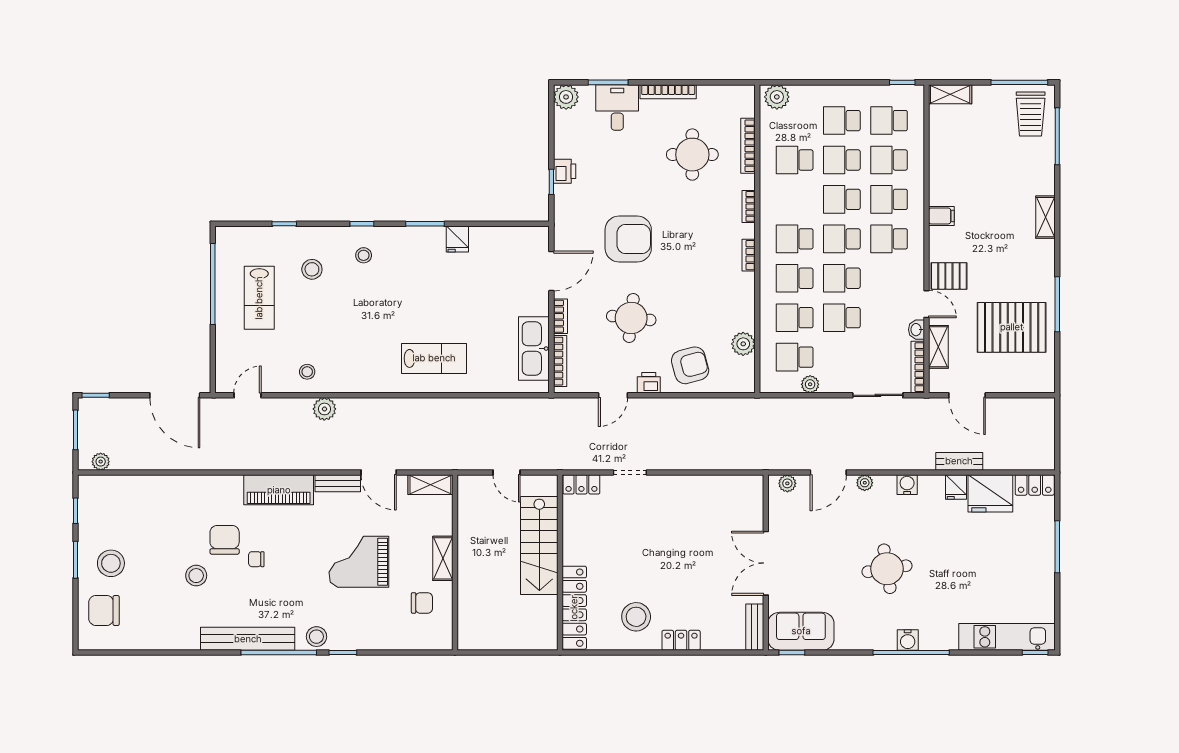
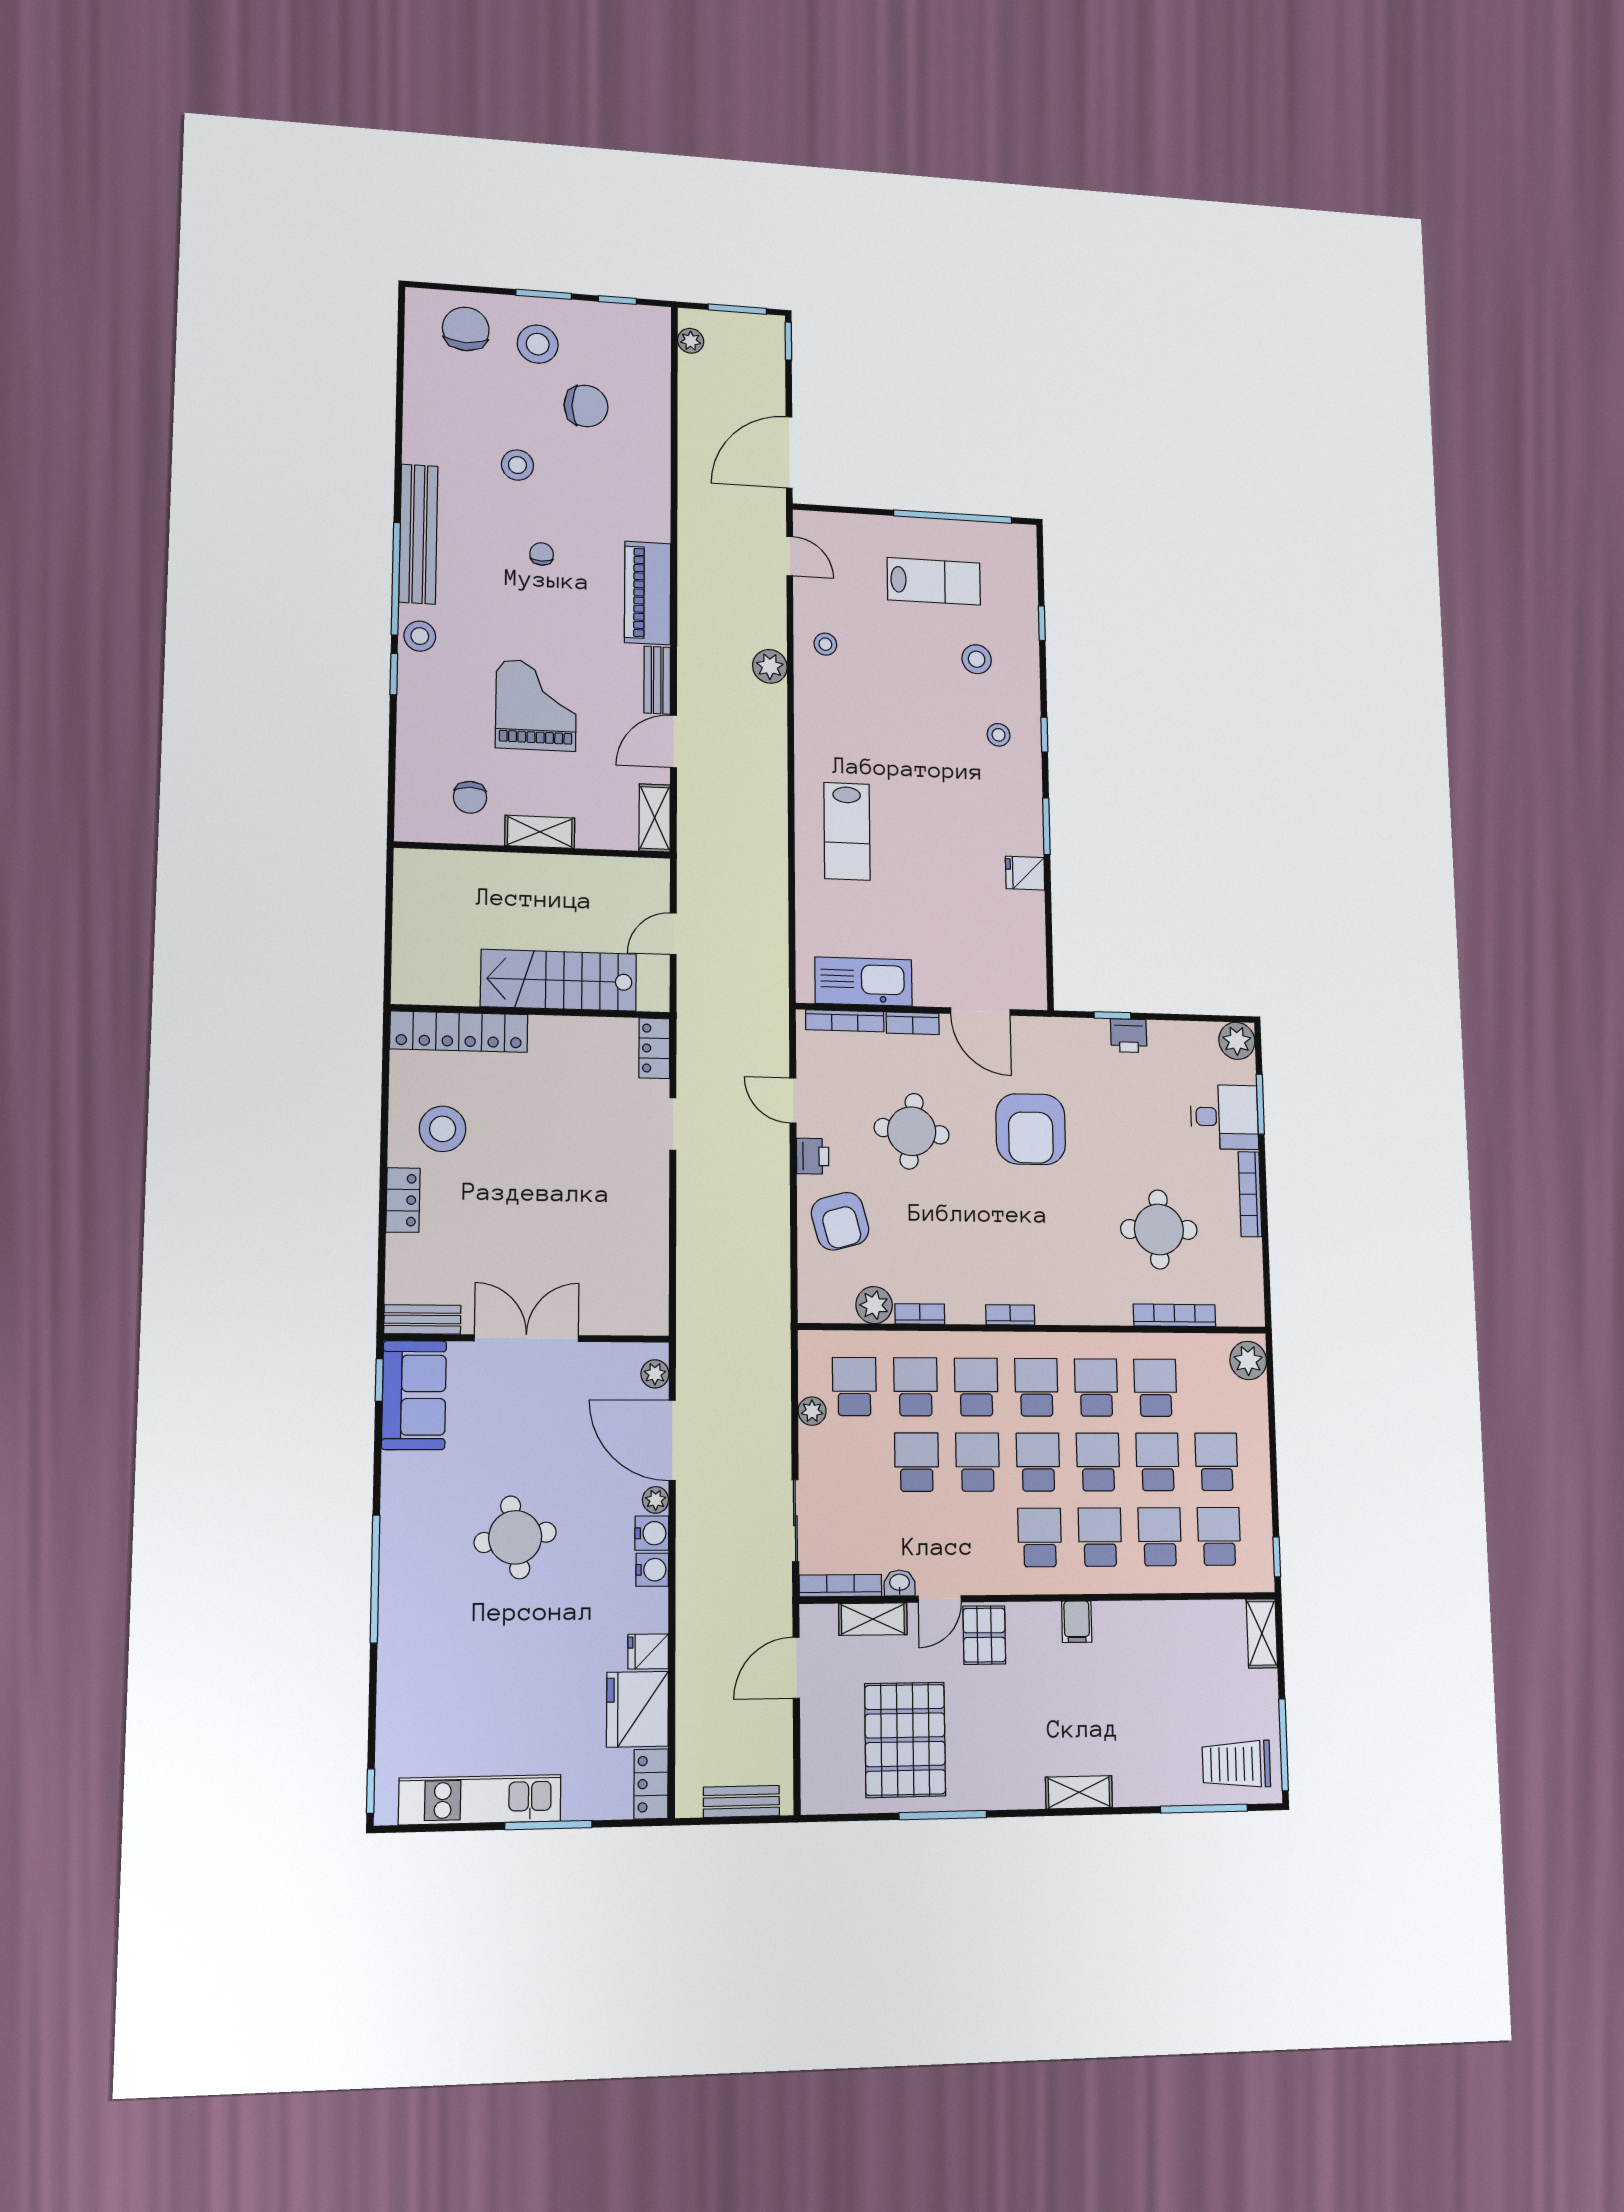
school desk: (795, 199) -> (1096, 1387), added
bookcase: (749, 206) -> (920, 1314), moved
lab bench: (259, 298) -> (934, 581), turned 180
bench: (959, 461) -> (741, 1801), moved, turned 90
door: (828, 472) -> (672, 1440), width x1.36
chair: (225, 540) -> (586, 406), moved
kitchen unit: (1007, 637) -> (480, 1800), moved, turned -90
water cooler: (908, 640) -> (652, 1533), moved, turned 180

